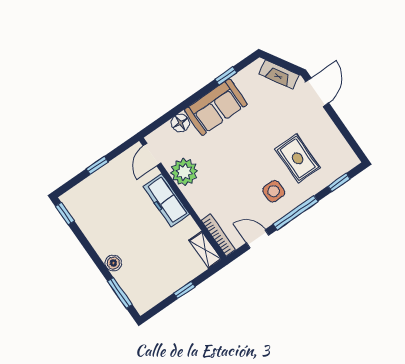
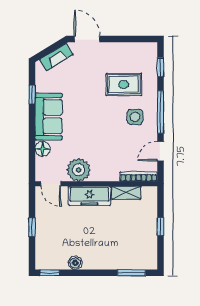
shelving: (205, 250) -> (126, 193), moved
boiler: (113, 263) -> (75, 263), moved

